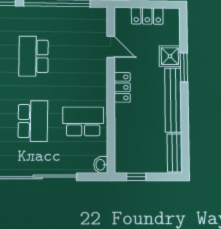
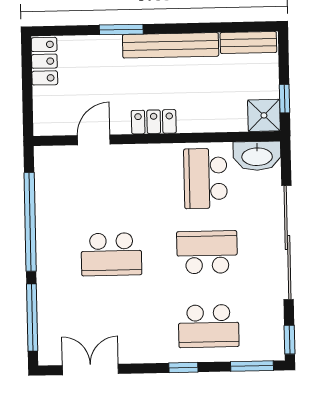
locker: (147, 16) -> (44, 61), moved
shower: (170, 56) -> (264, 115), moved
washbasin: (101, 165) -> (257, 156), width x1.91, depth x1.45

